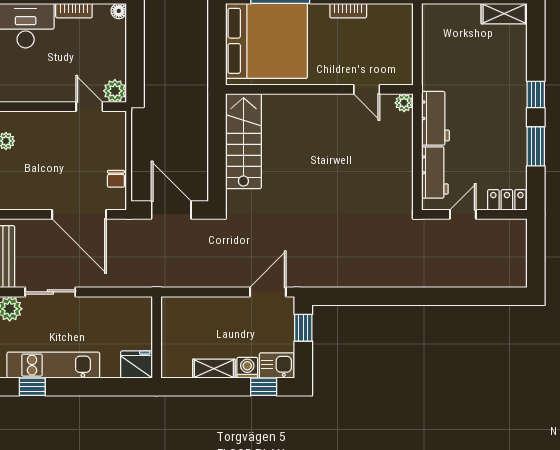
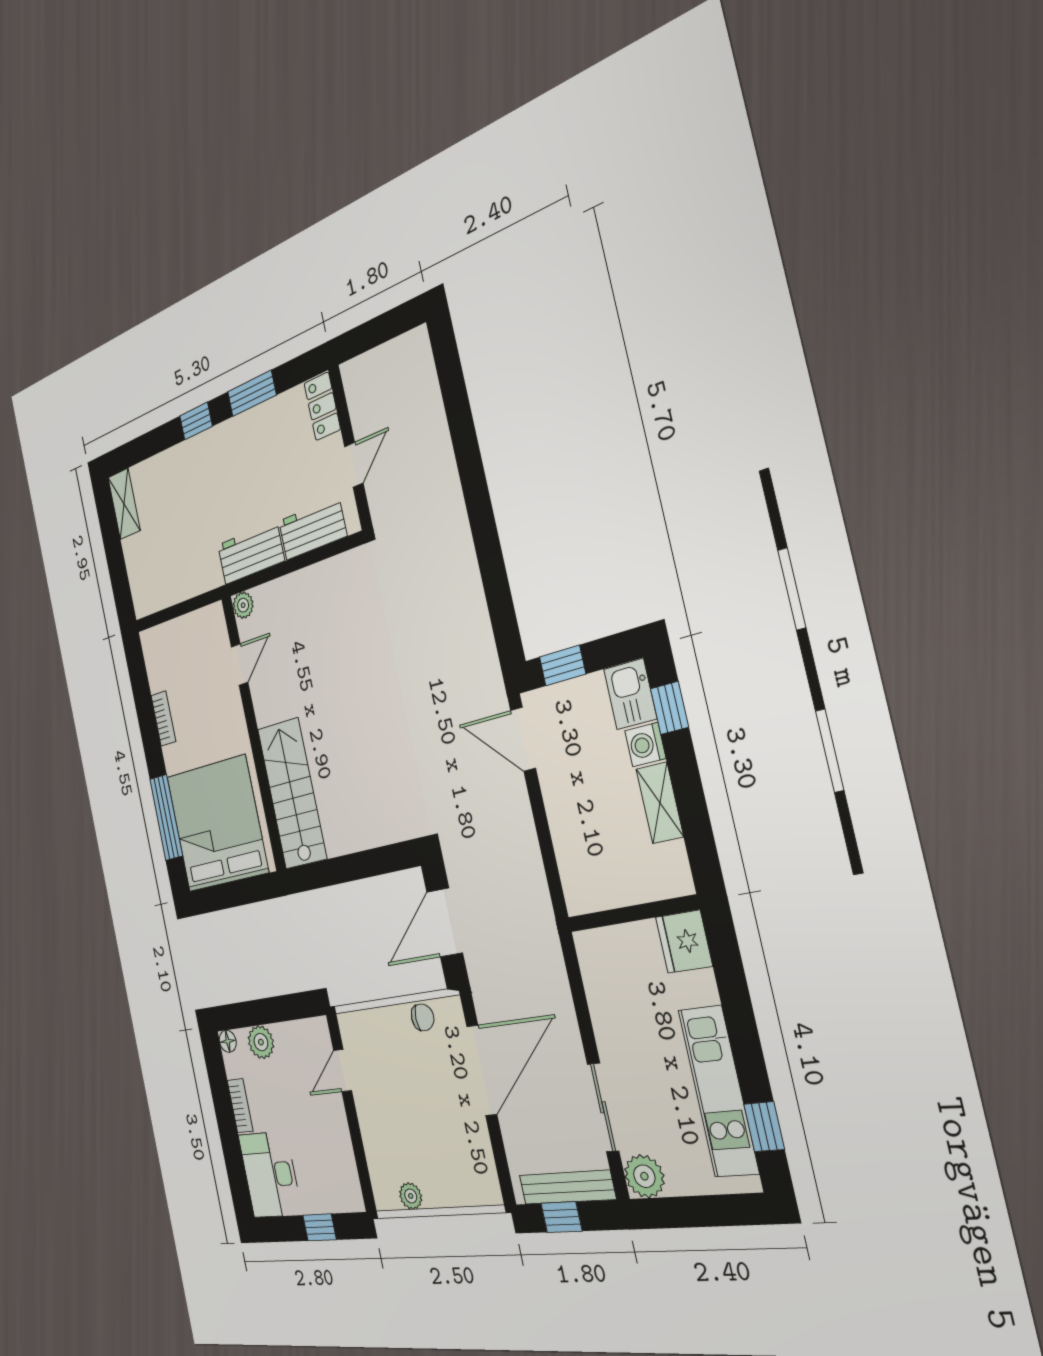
plant: (115, 91) -> (261, 1042), moved
stairs: (243, 141) -> (292, 794), moved, turned 90
door: (463, 214) -> (354, 465), swing flipped

